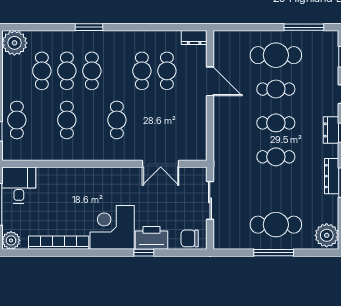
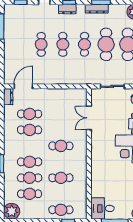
cafe table: (276, 55) -> (106, 44), moved
door: (210, 81) -> (23, 86), moved
double door: (161, 164) -> (89, 118), swing flipped

